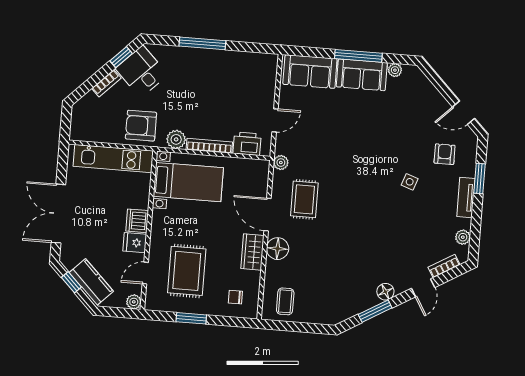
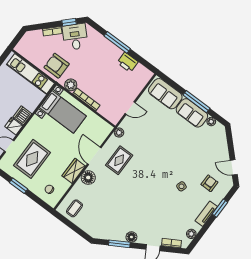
printer: (247, 144) -> (128, 62), moved, turned 180

